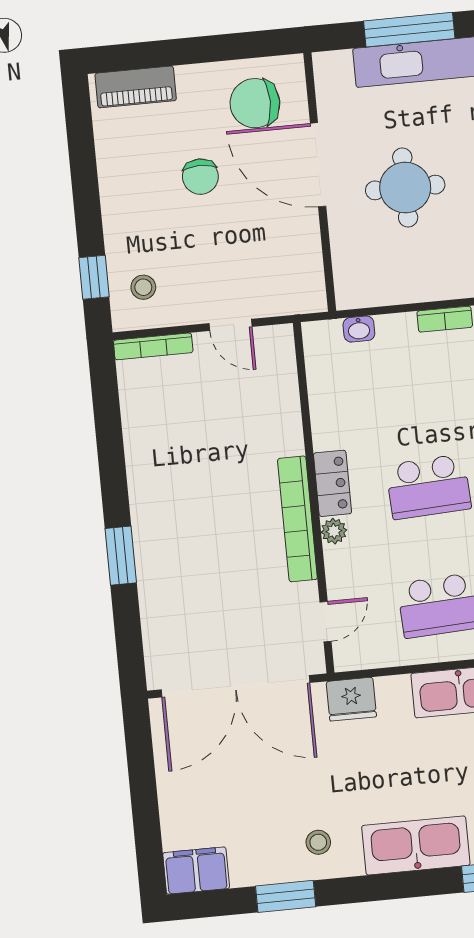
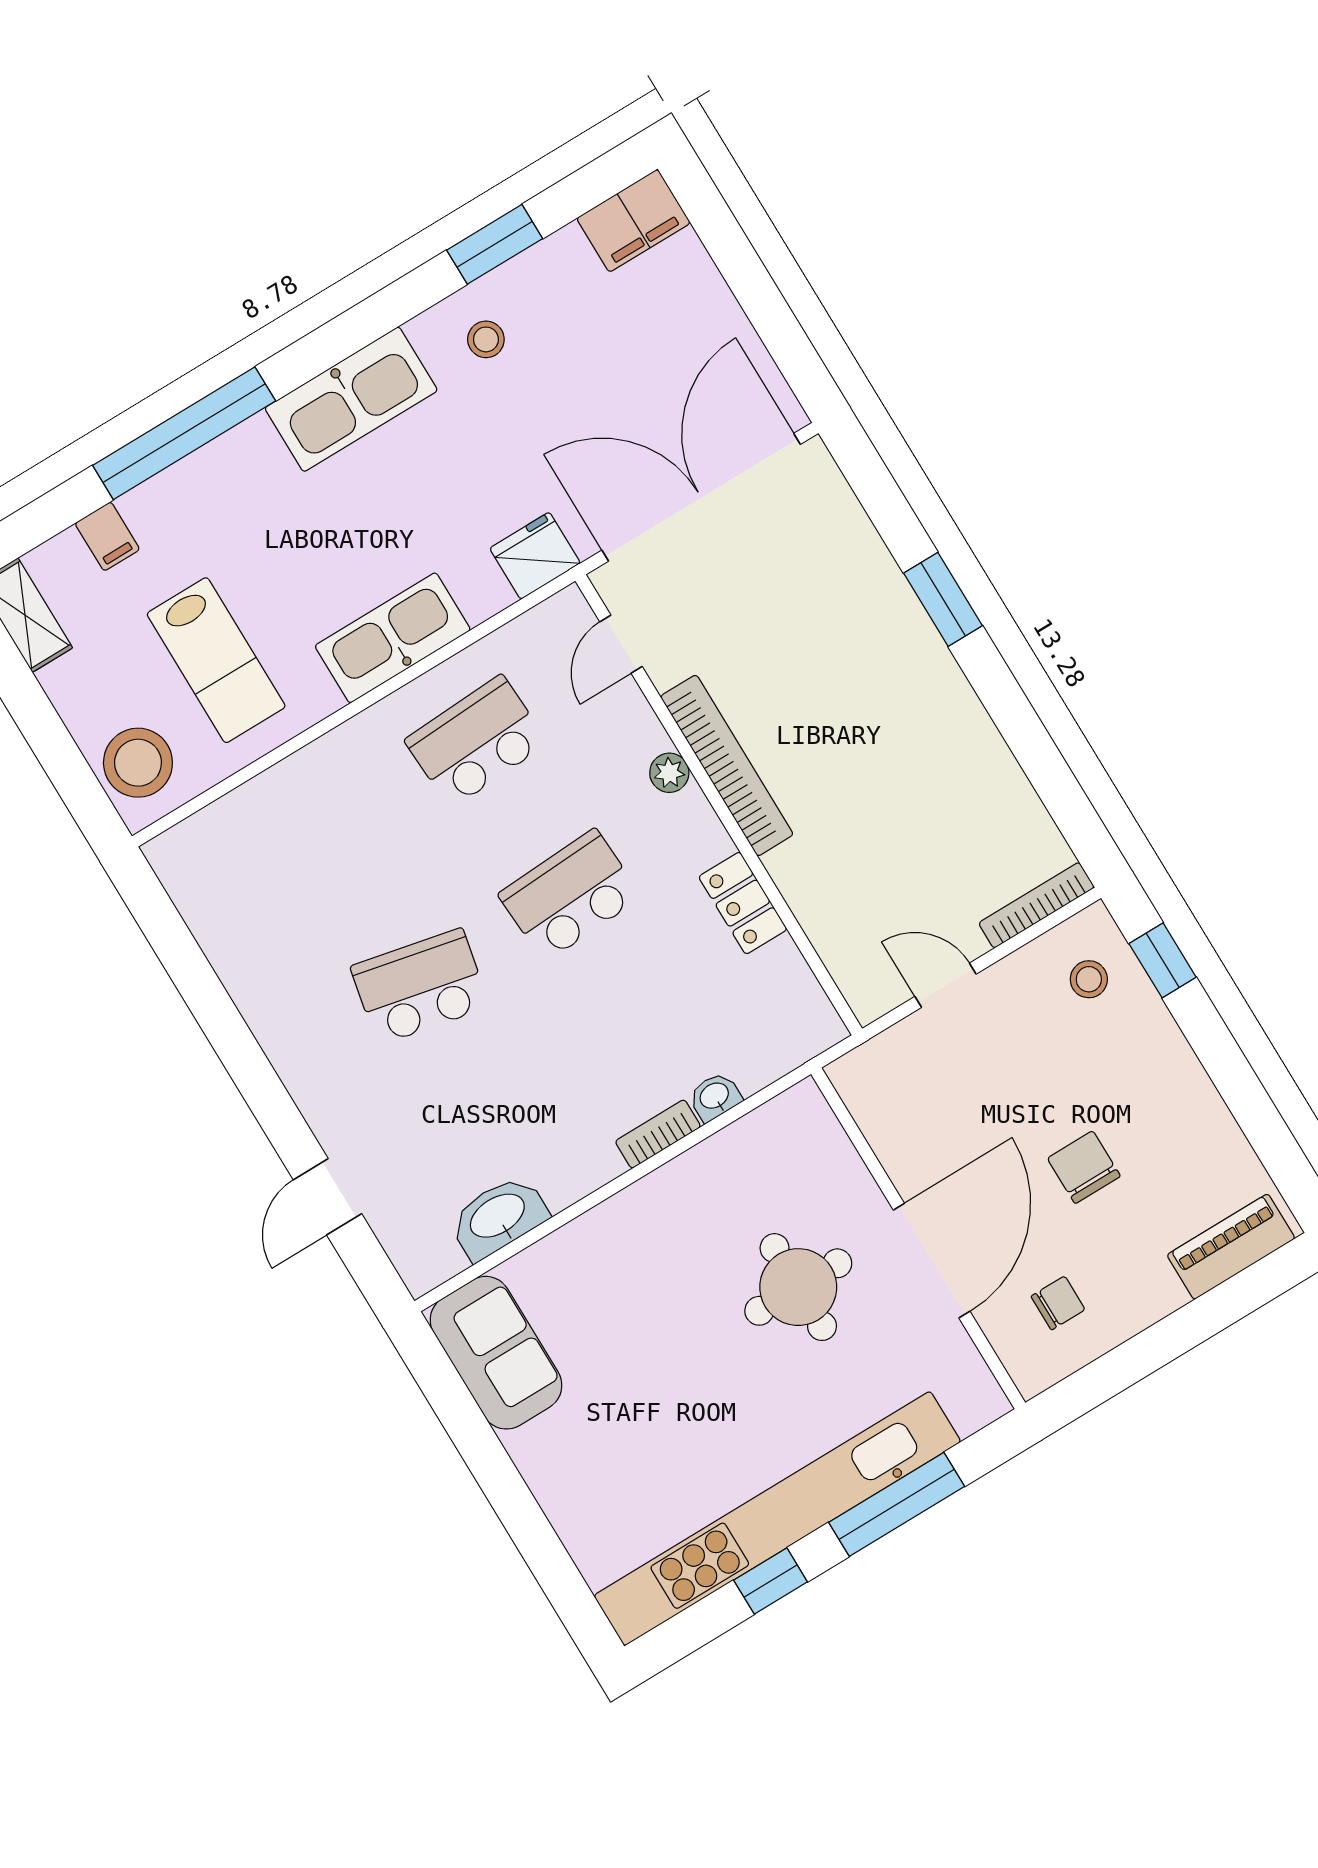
chair: (255, 103) -> (1058, 1303), width x0.54, depth x0.54
door: (318, 165) -> (932, 1261), hinge flipped
washbasin: (359, 329) -> (715, 1097), moved
locker: (332, 483) -> (743, 903), moved

